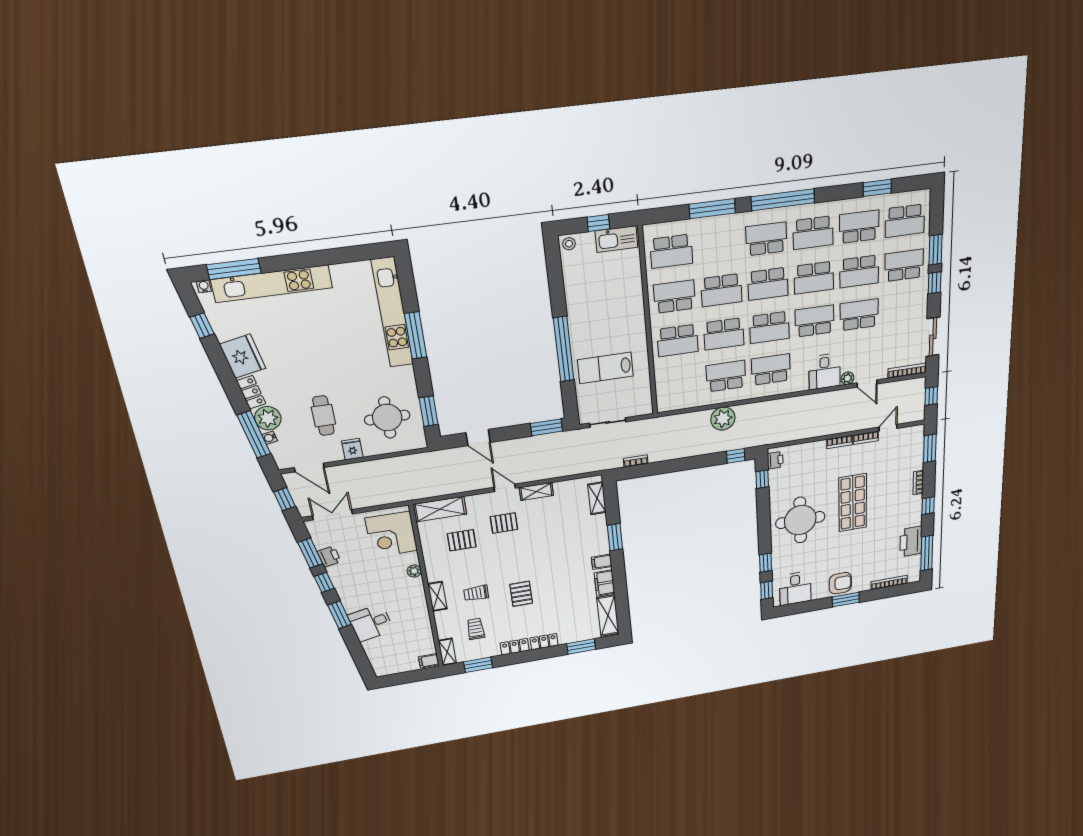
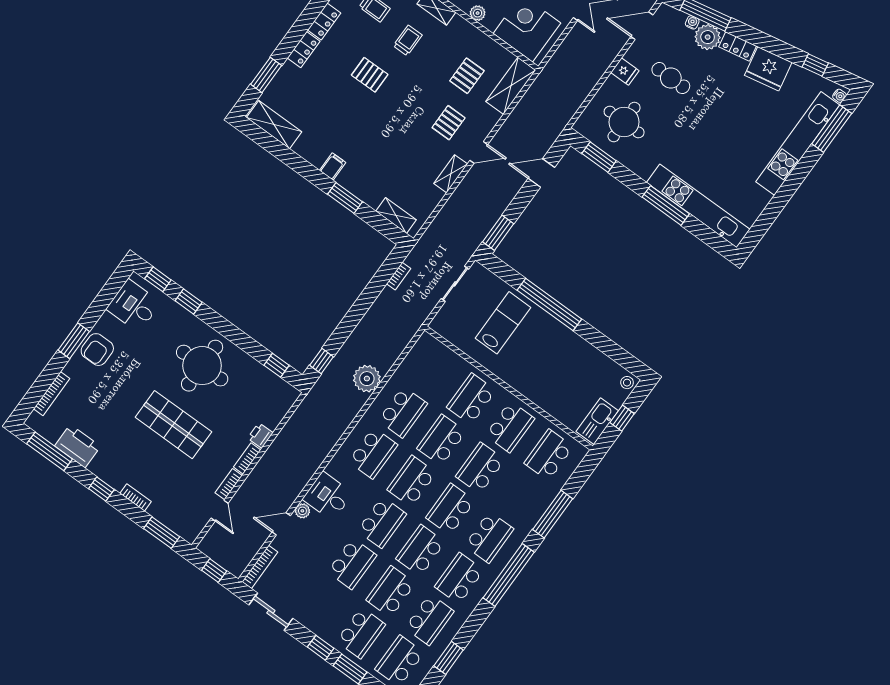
printer: (775, 460) -> (260, 435), moved, turned 90
filing cabinet: (604, 583) -> (310, 150), removed

